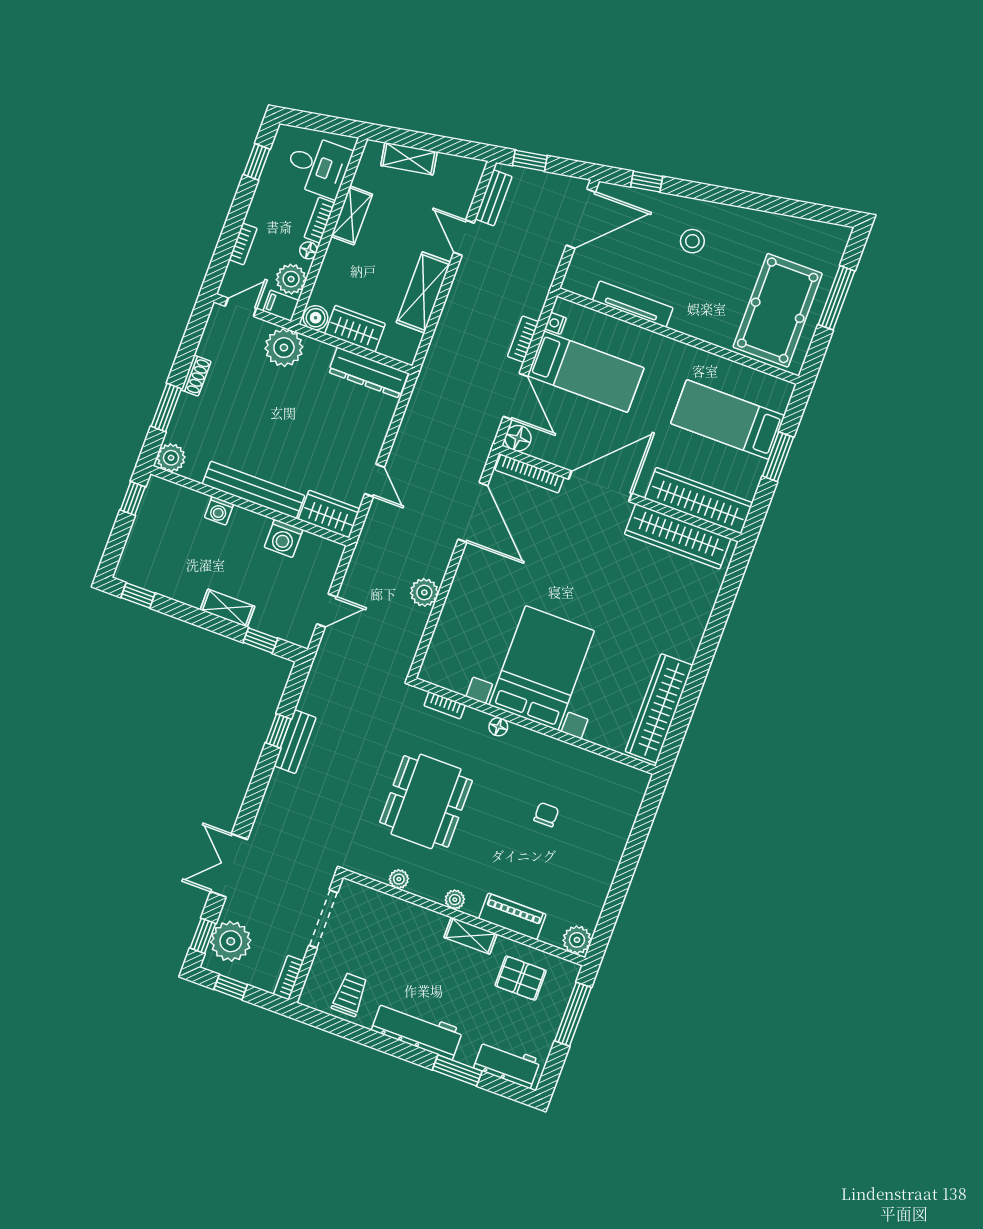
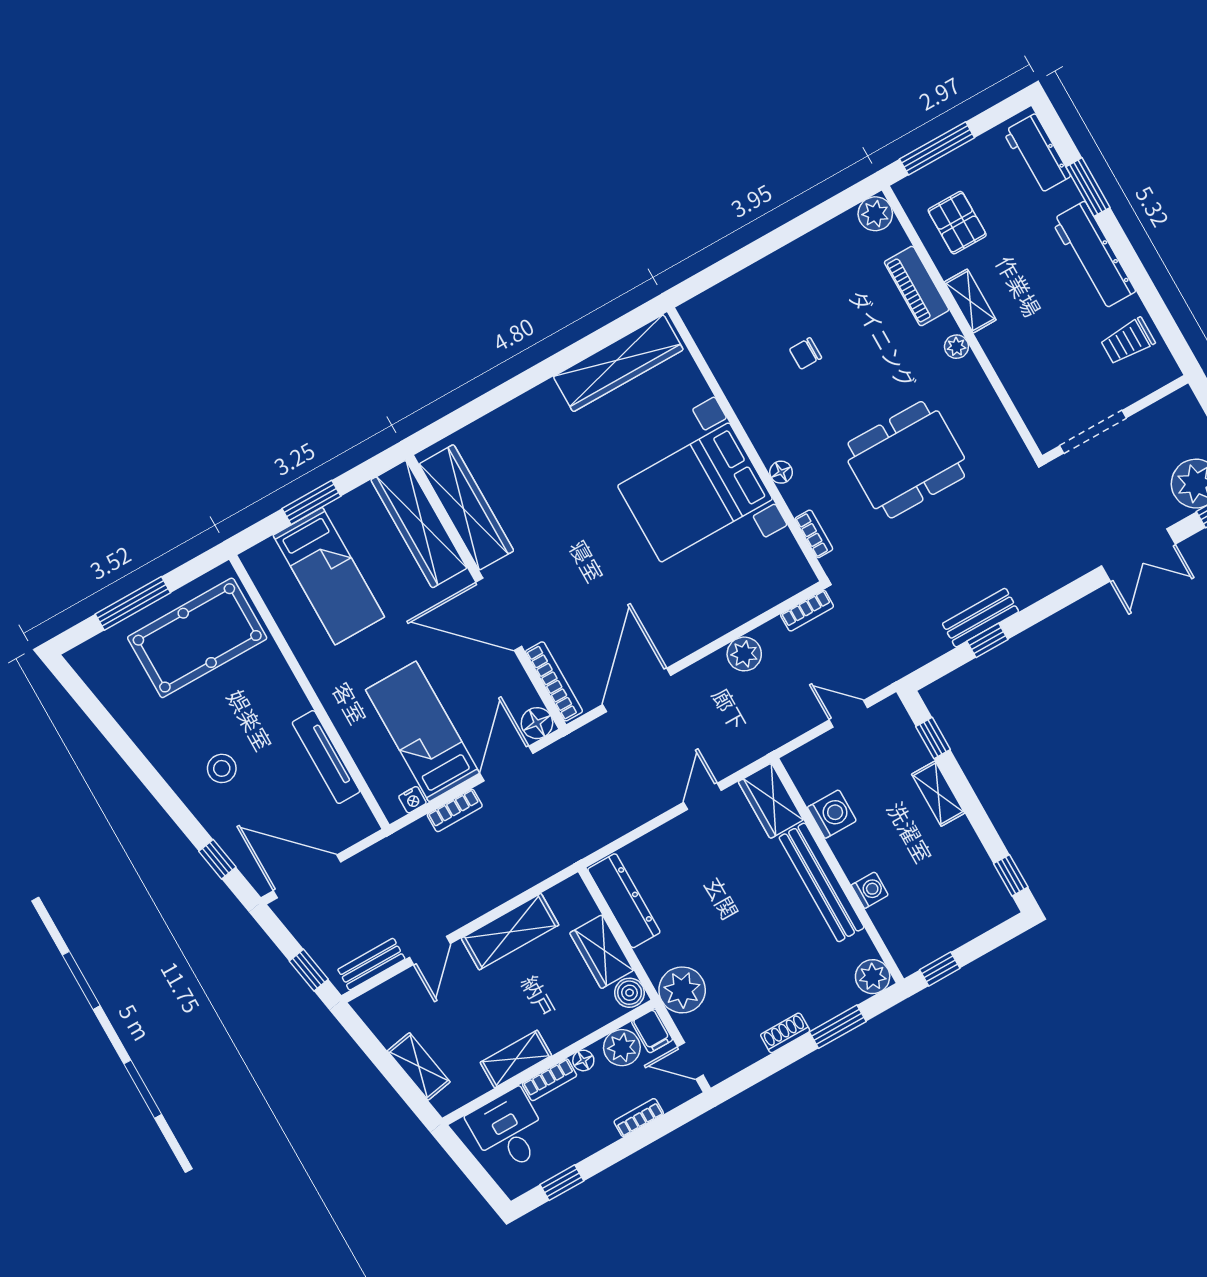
plant: (399, 879) -> (992, 409), removed
bookcase: (289, 978) -> (807, 611), moved

